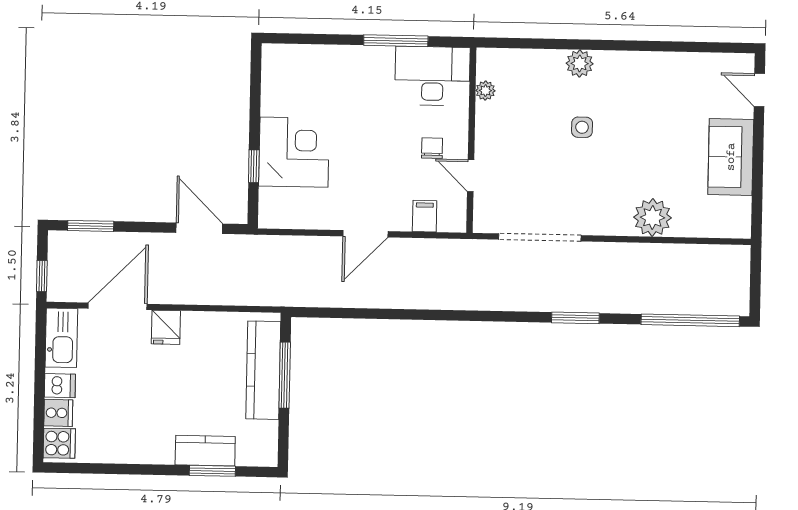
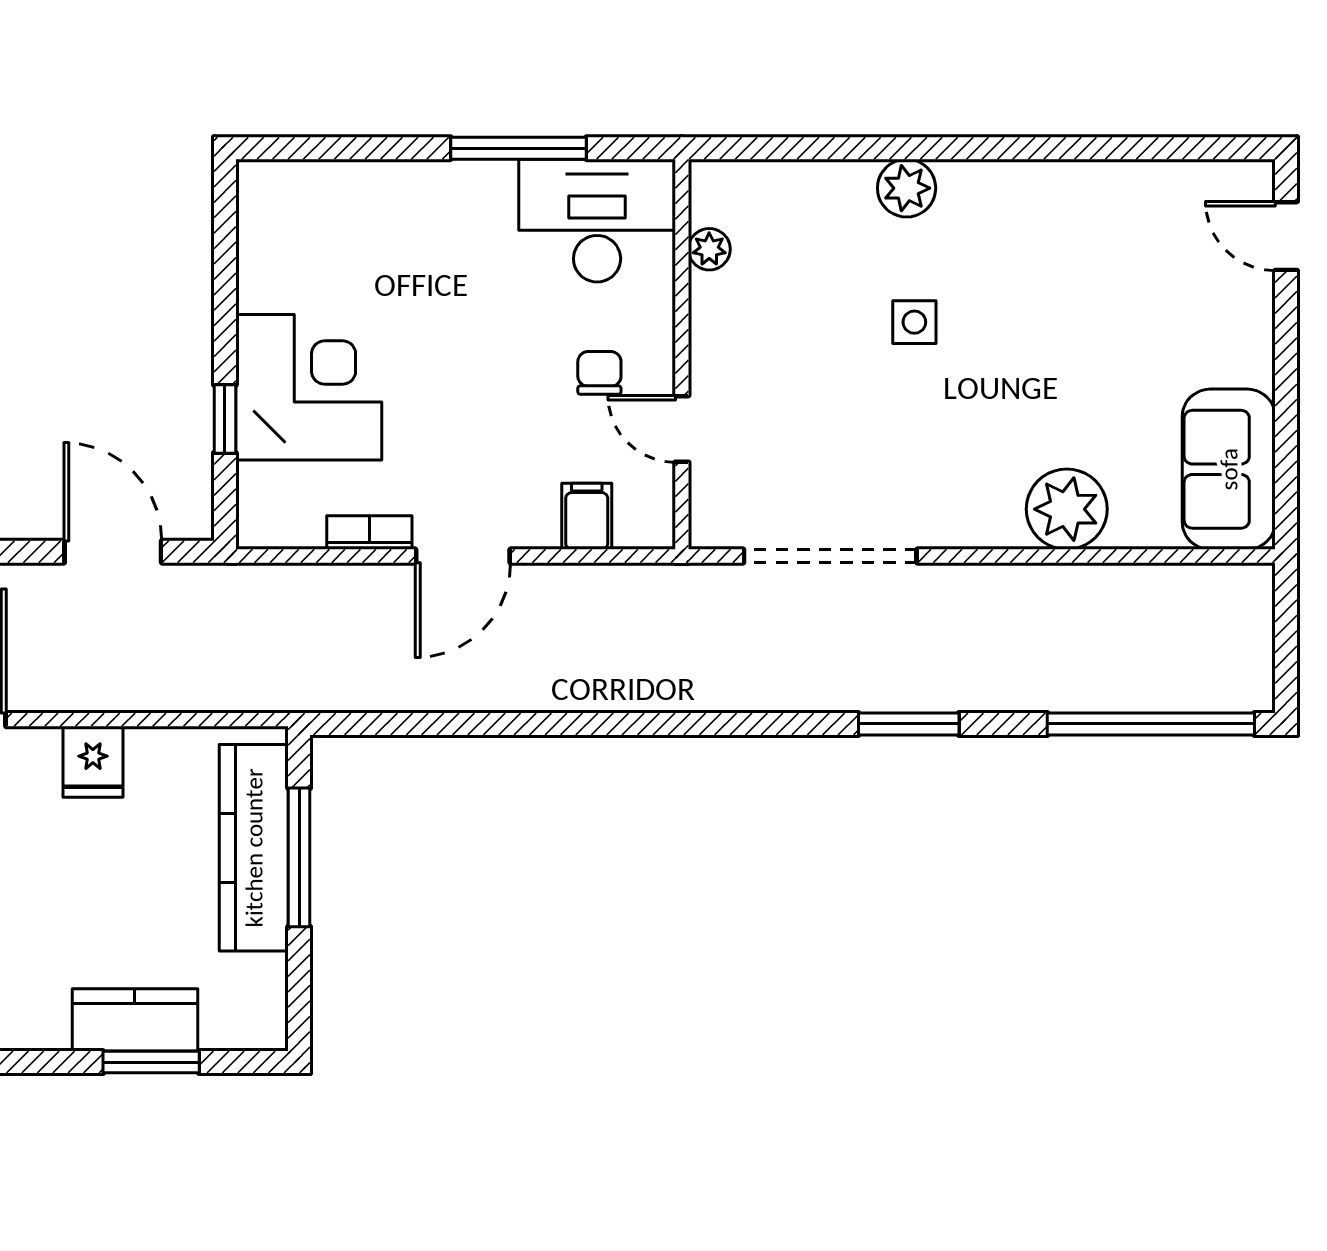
sofa: (731, 157) -> (1229, 469), moved
bookcase: (321, 222) -> (369, 533), added
fridge: (166, 327) -> (93, 762), moved

